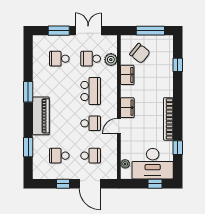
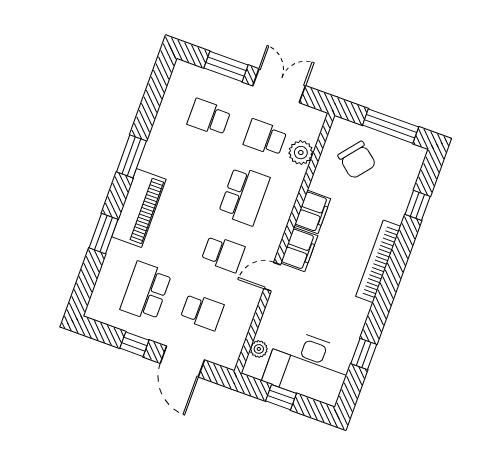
filing cabinet: (127, 75) -> (313, 212), moved
bookcase: (168, 119) -> (378, 261), moved
window: (28, 147) -> (103, 234), moved
school desk: (59, 156) -> (146, 291), width x1.85
window: (155, 184) -> (281, 397), moved

